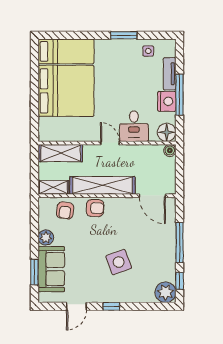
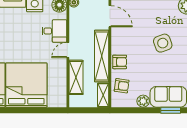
shelving: (61, 153) -> (76, 77), moved
door: (152, 196) -> (110, 16), hinge flipped
armchair: (95, 208) -> (120, 62), turned 87

